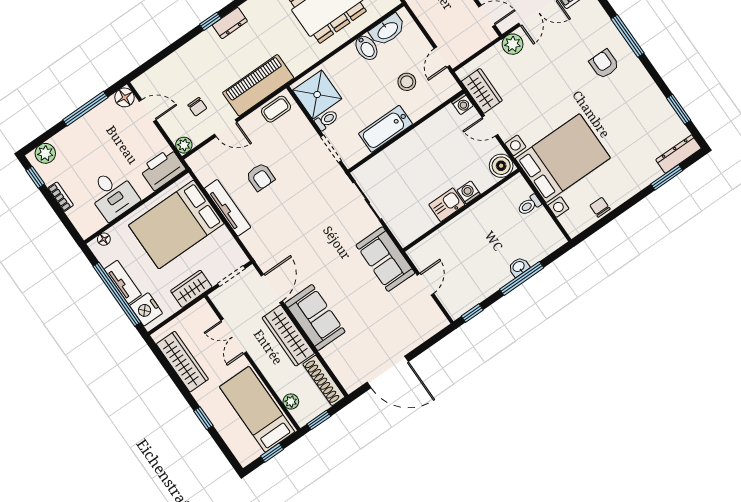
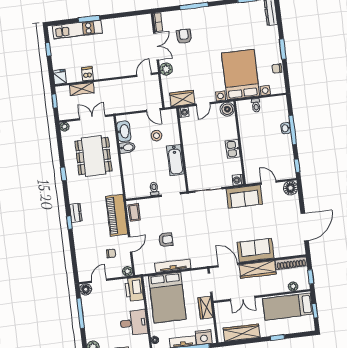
armchair: (604, 64) -> (184, 36), moved, turned 90
shower: (317, 95) -> (138, 187), removed
window: (667, 177) -> (283, 49), moved
washing machine: (469, 192) -> (238, 180), moved
floor lamp: (434, 321) -> (291, 188), added

